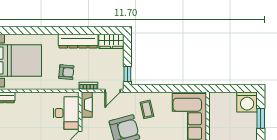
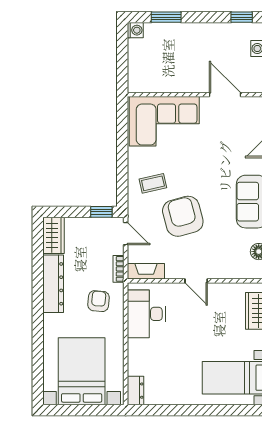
washing machine: (247, 102) -> (135, 30), width x0.53, depth x0.53
desk: (66, 113) -> (146, 314), moved, turned -90

